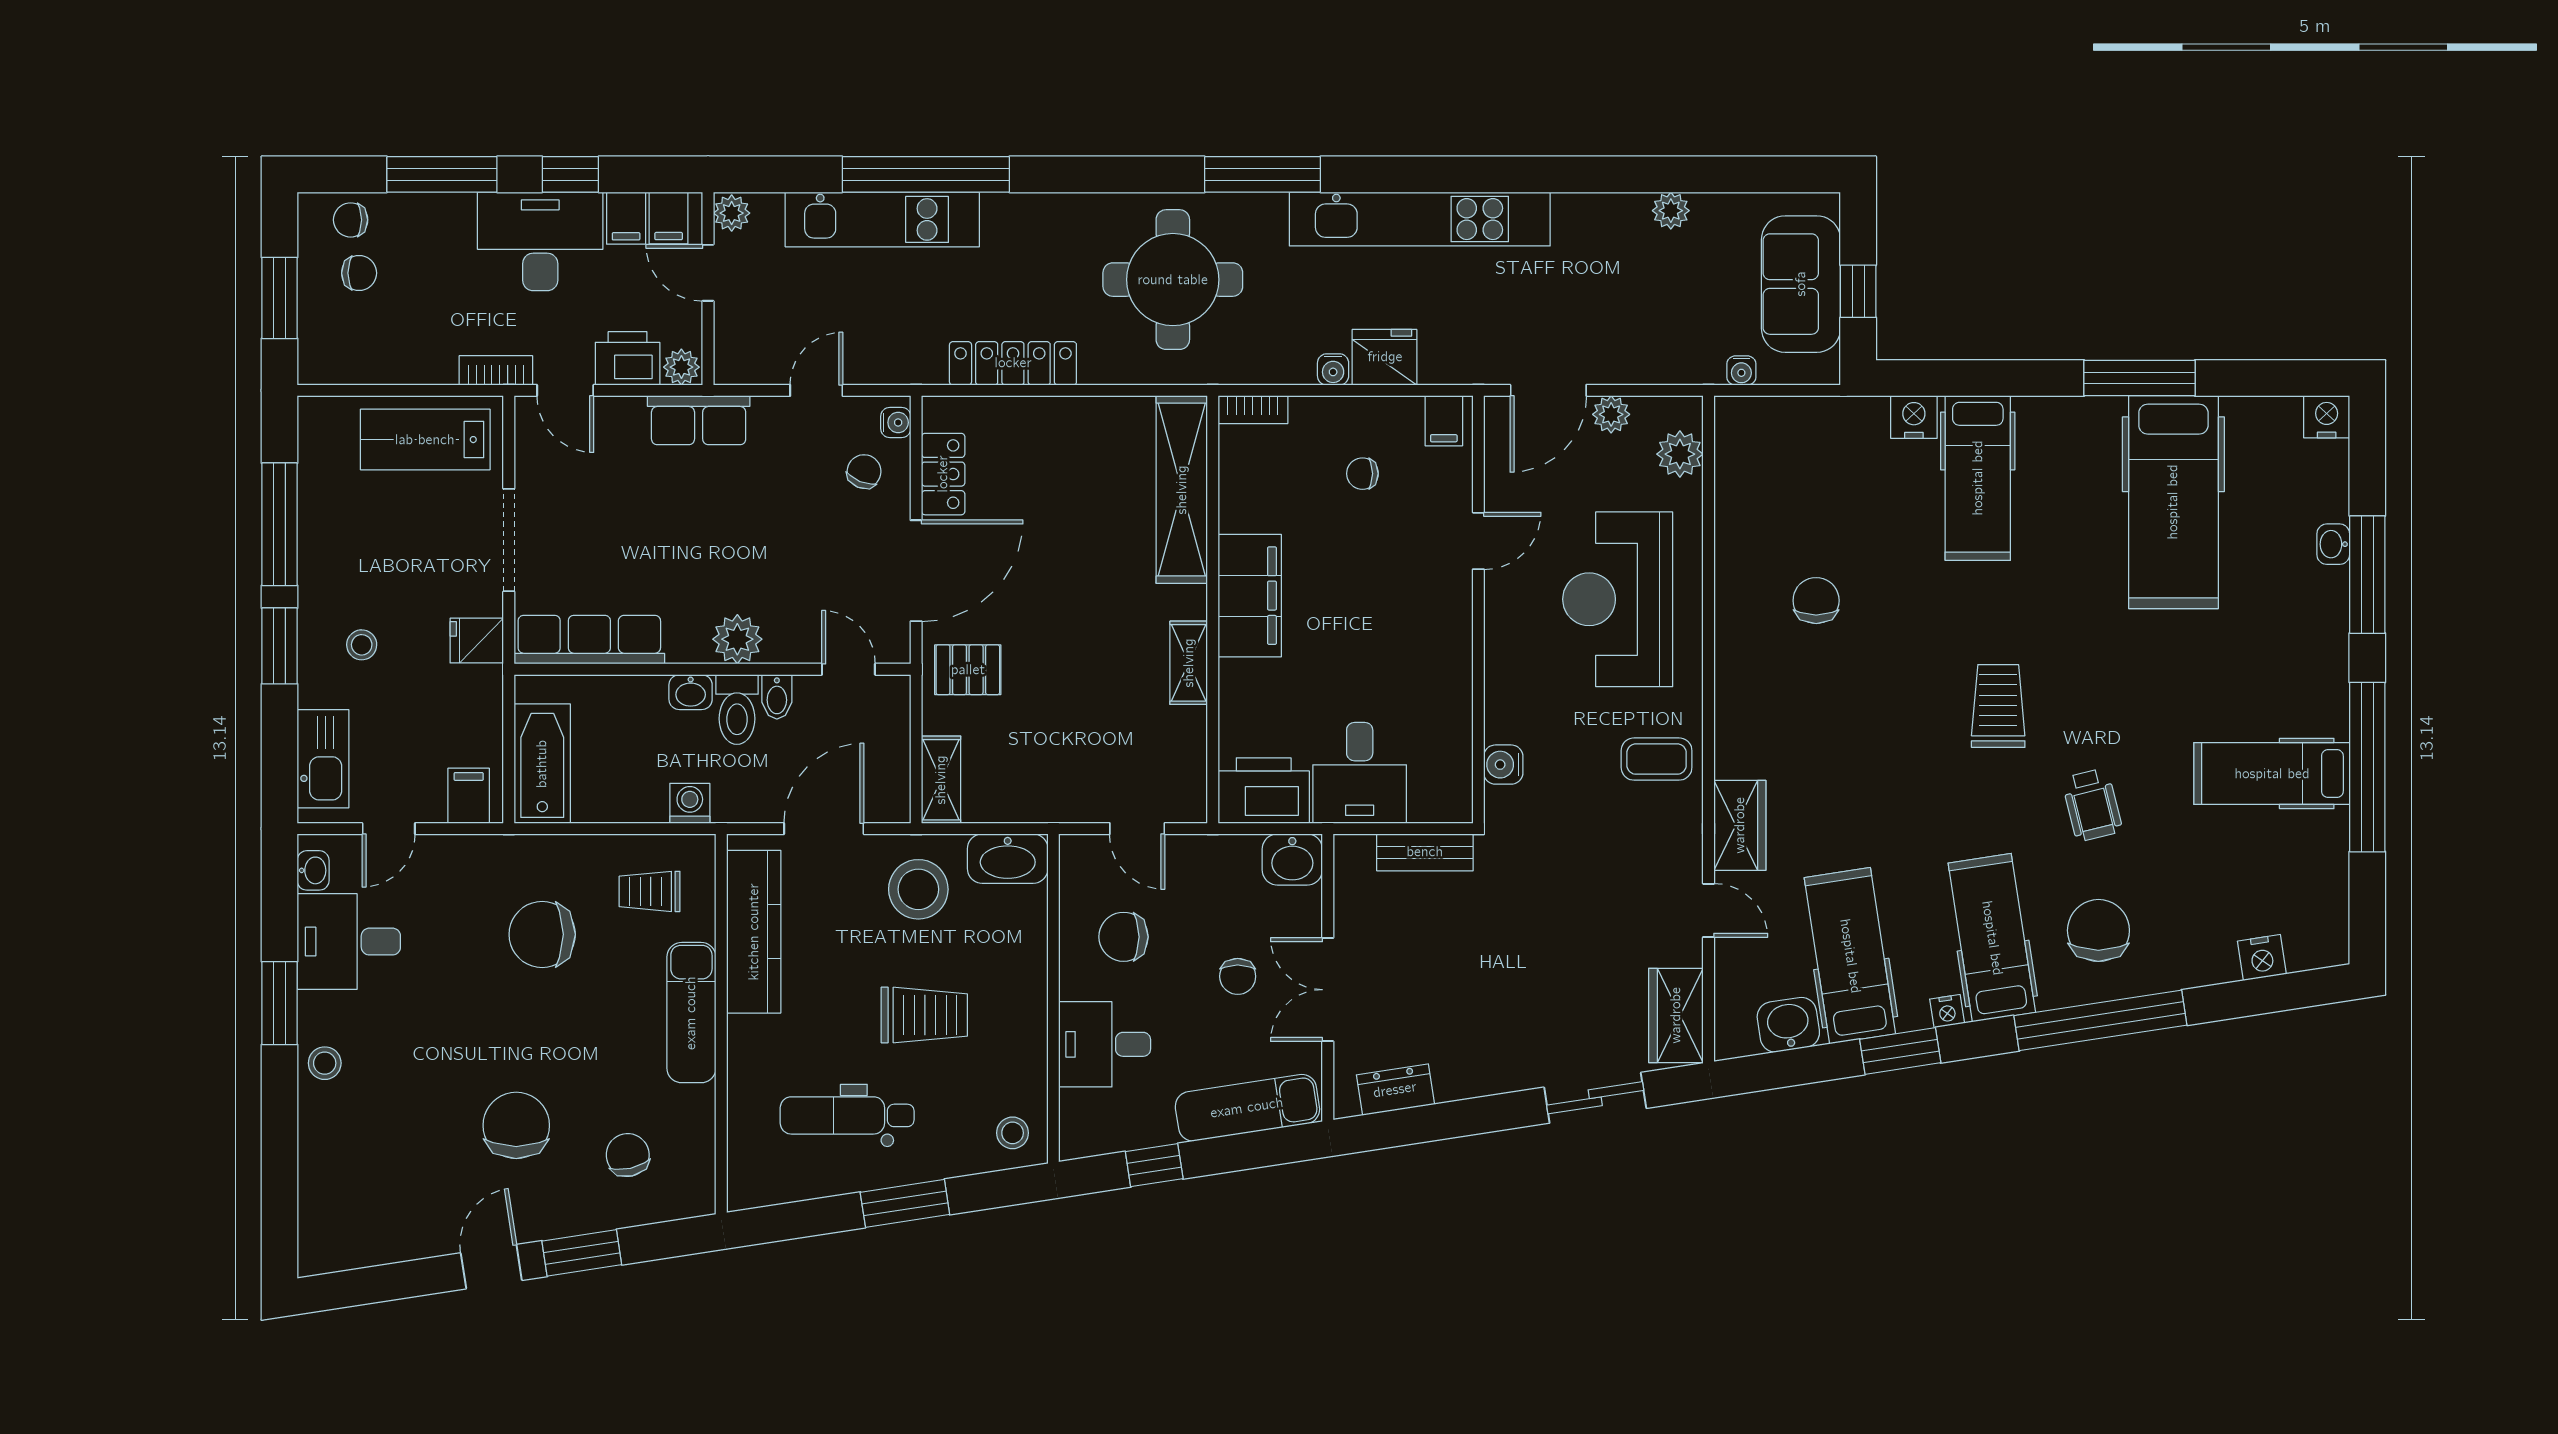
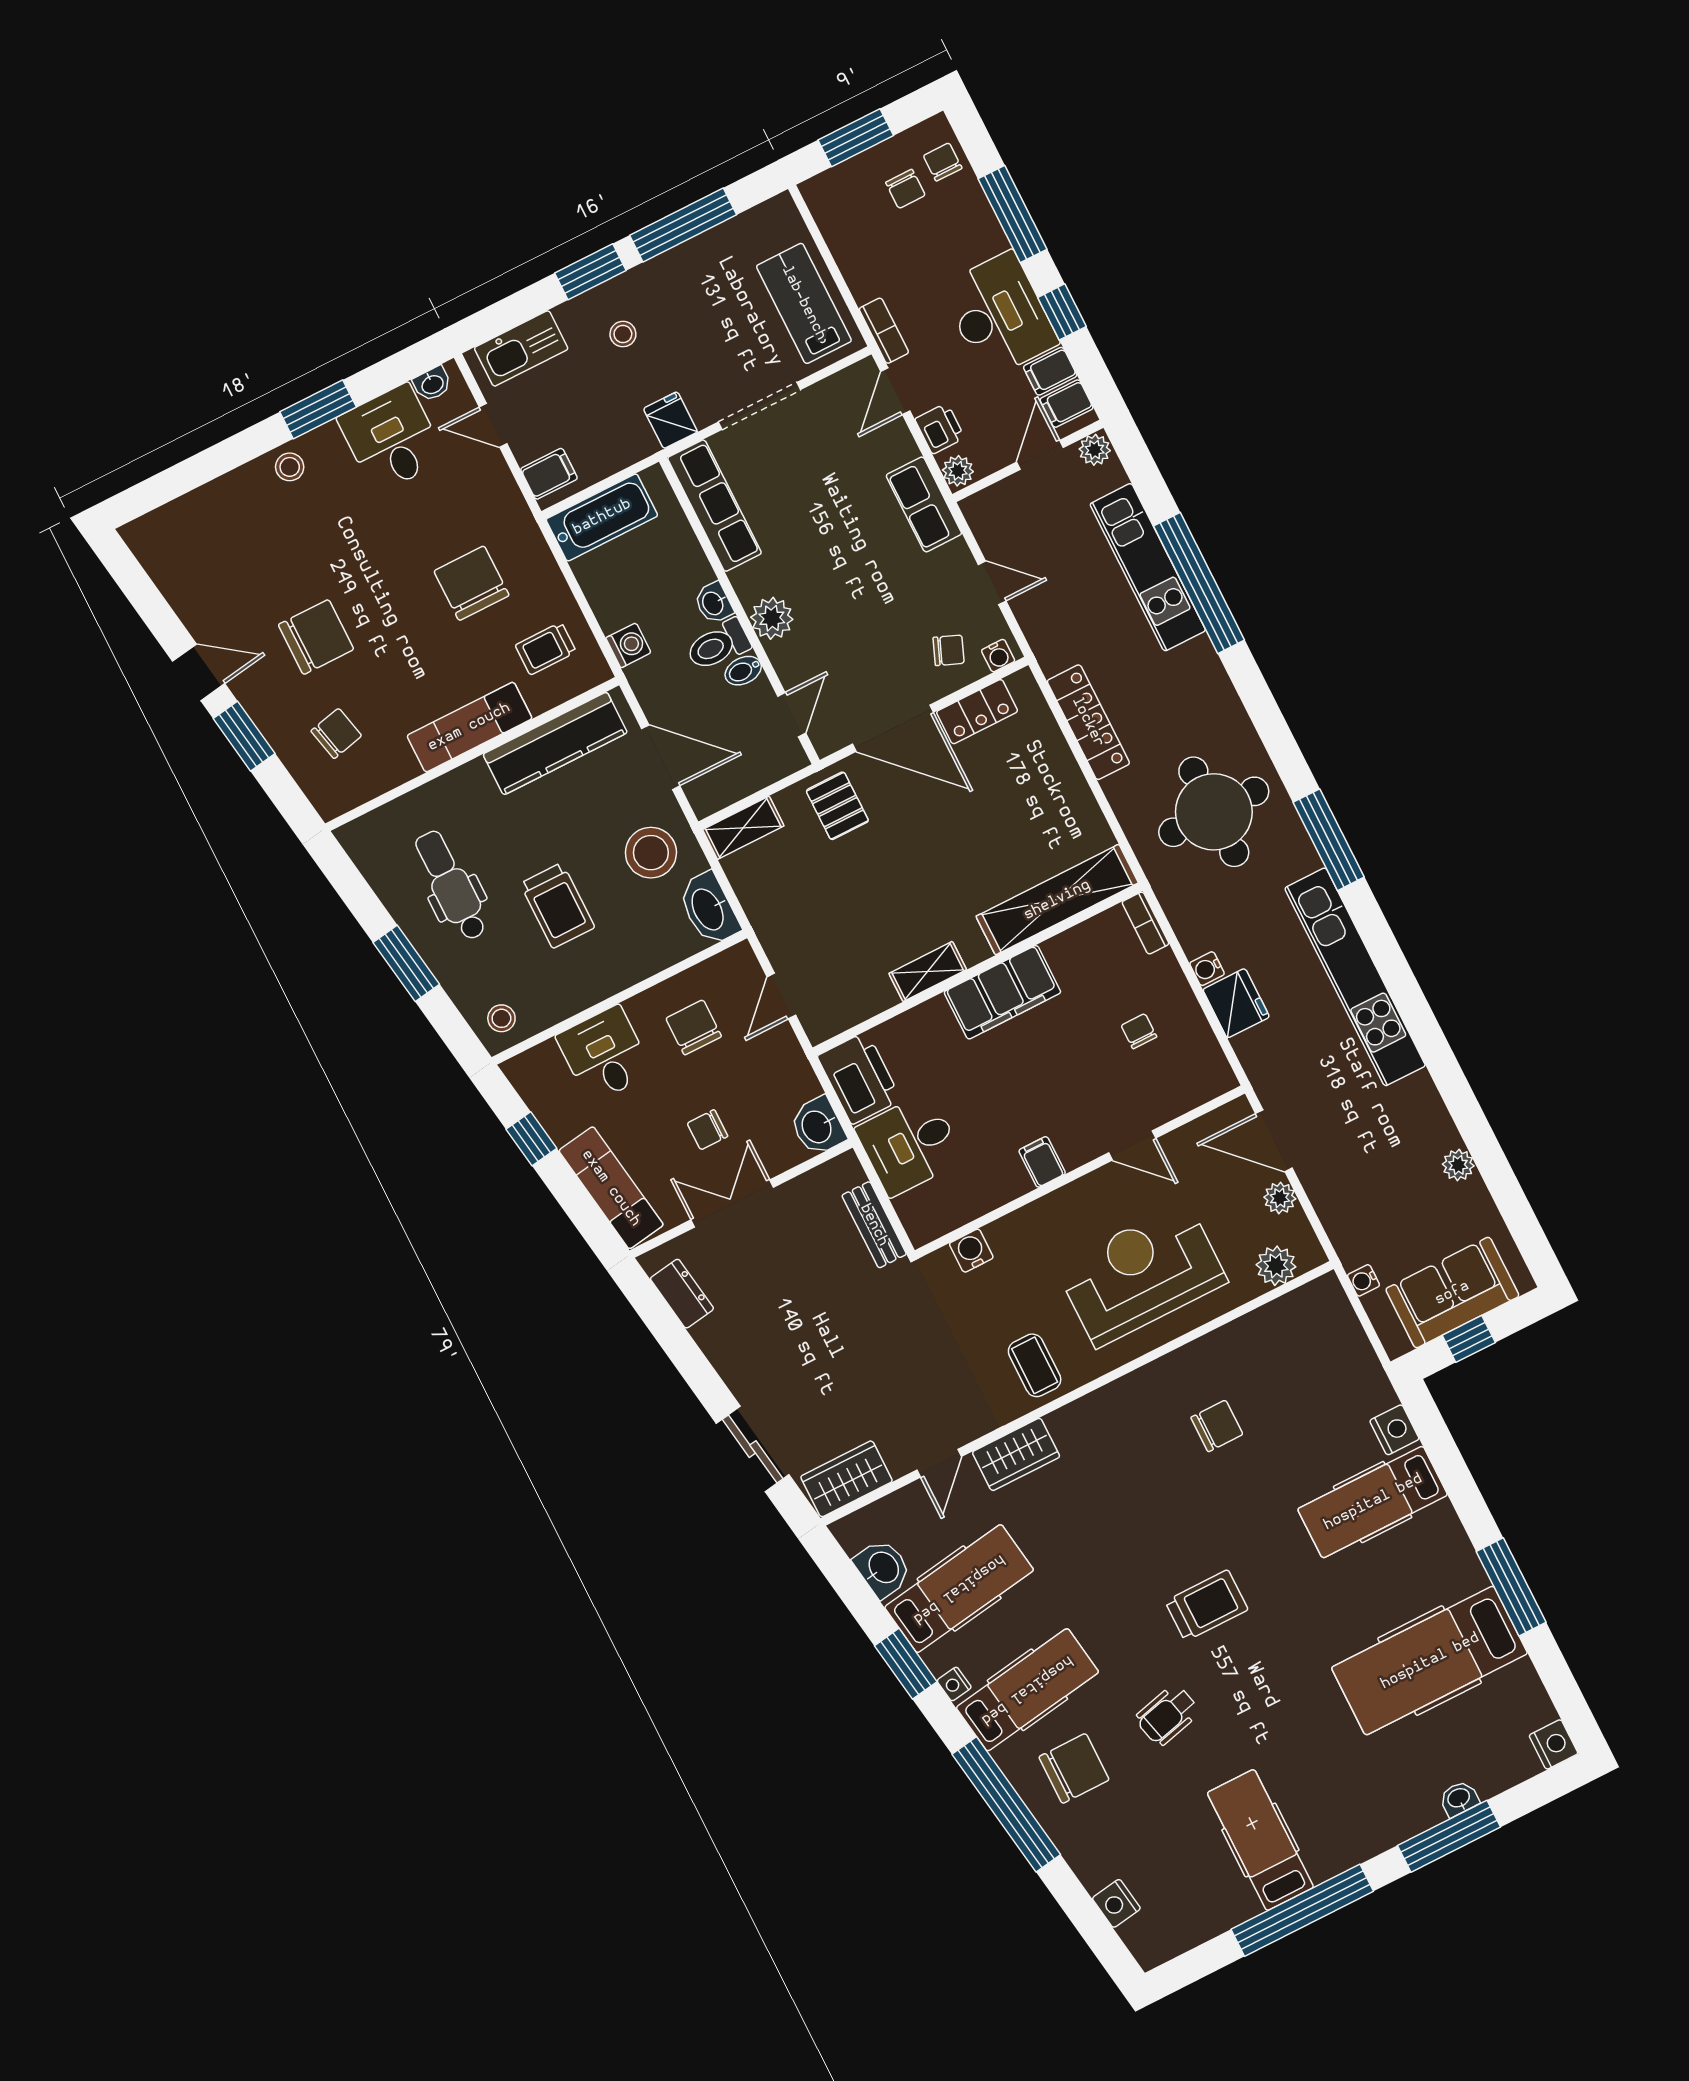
printer: (628, 358) -> (940, 428), width x0.73, depth x0.81
filing cabinet: (1444, 421) -> (1042, 1162), moved, turned 90
trolley: (650, 891) -> (546, 649), turned -90

